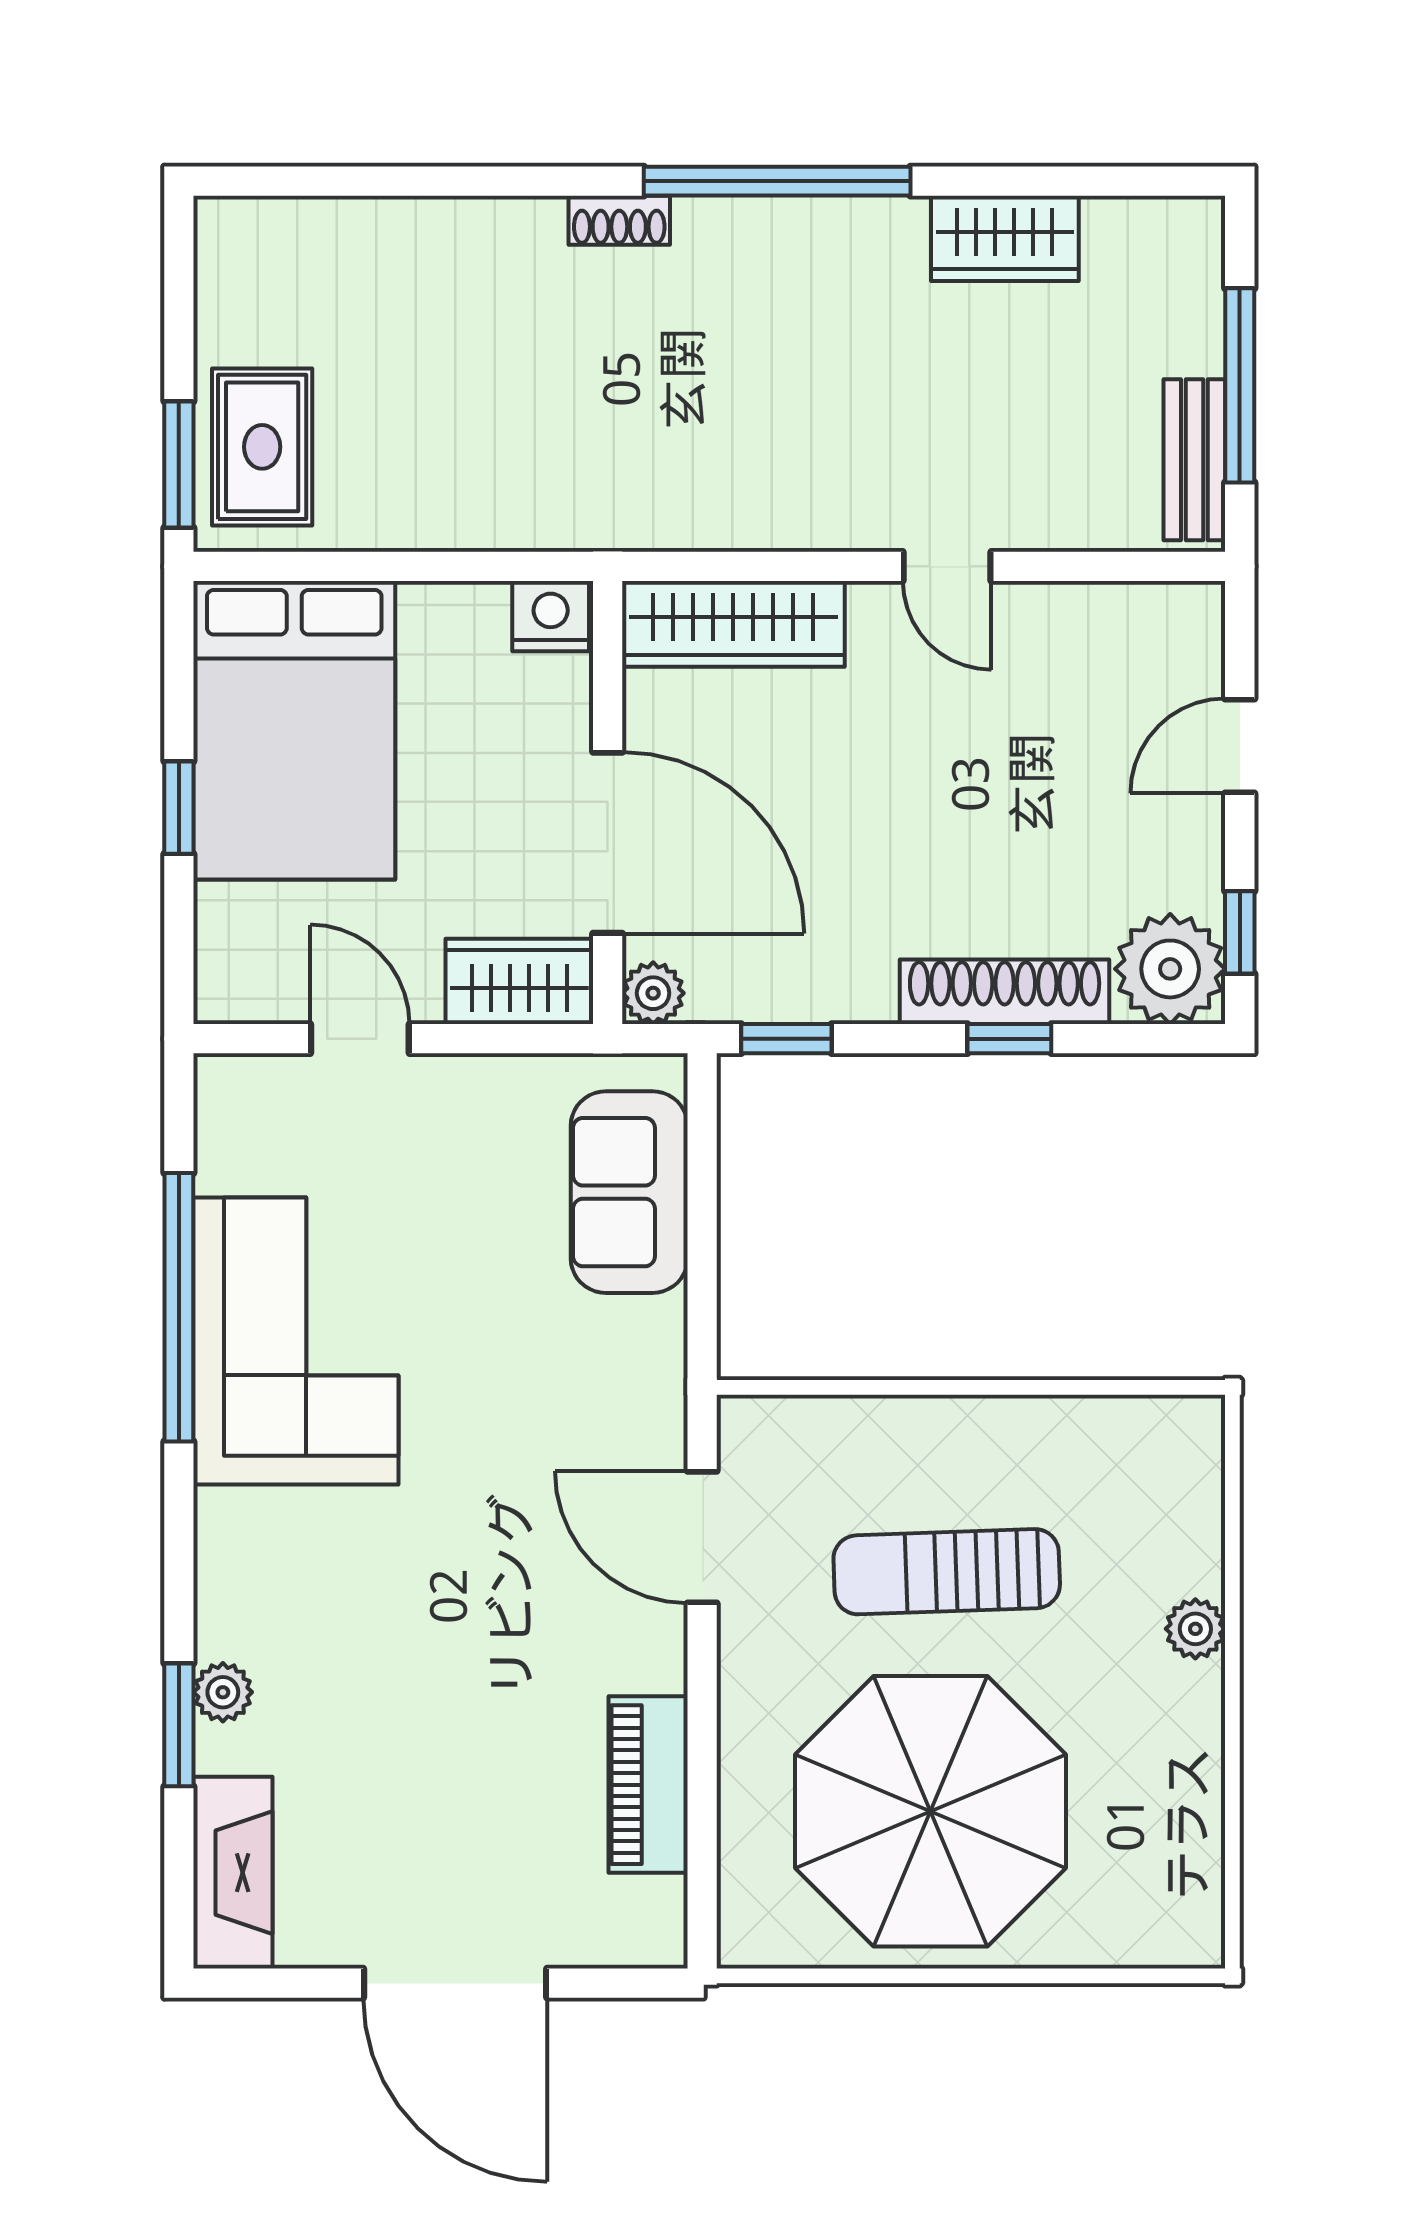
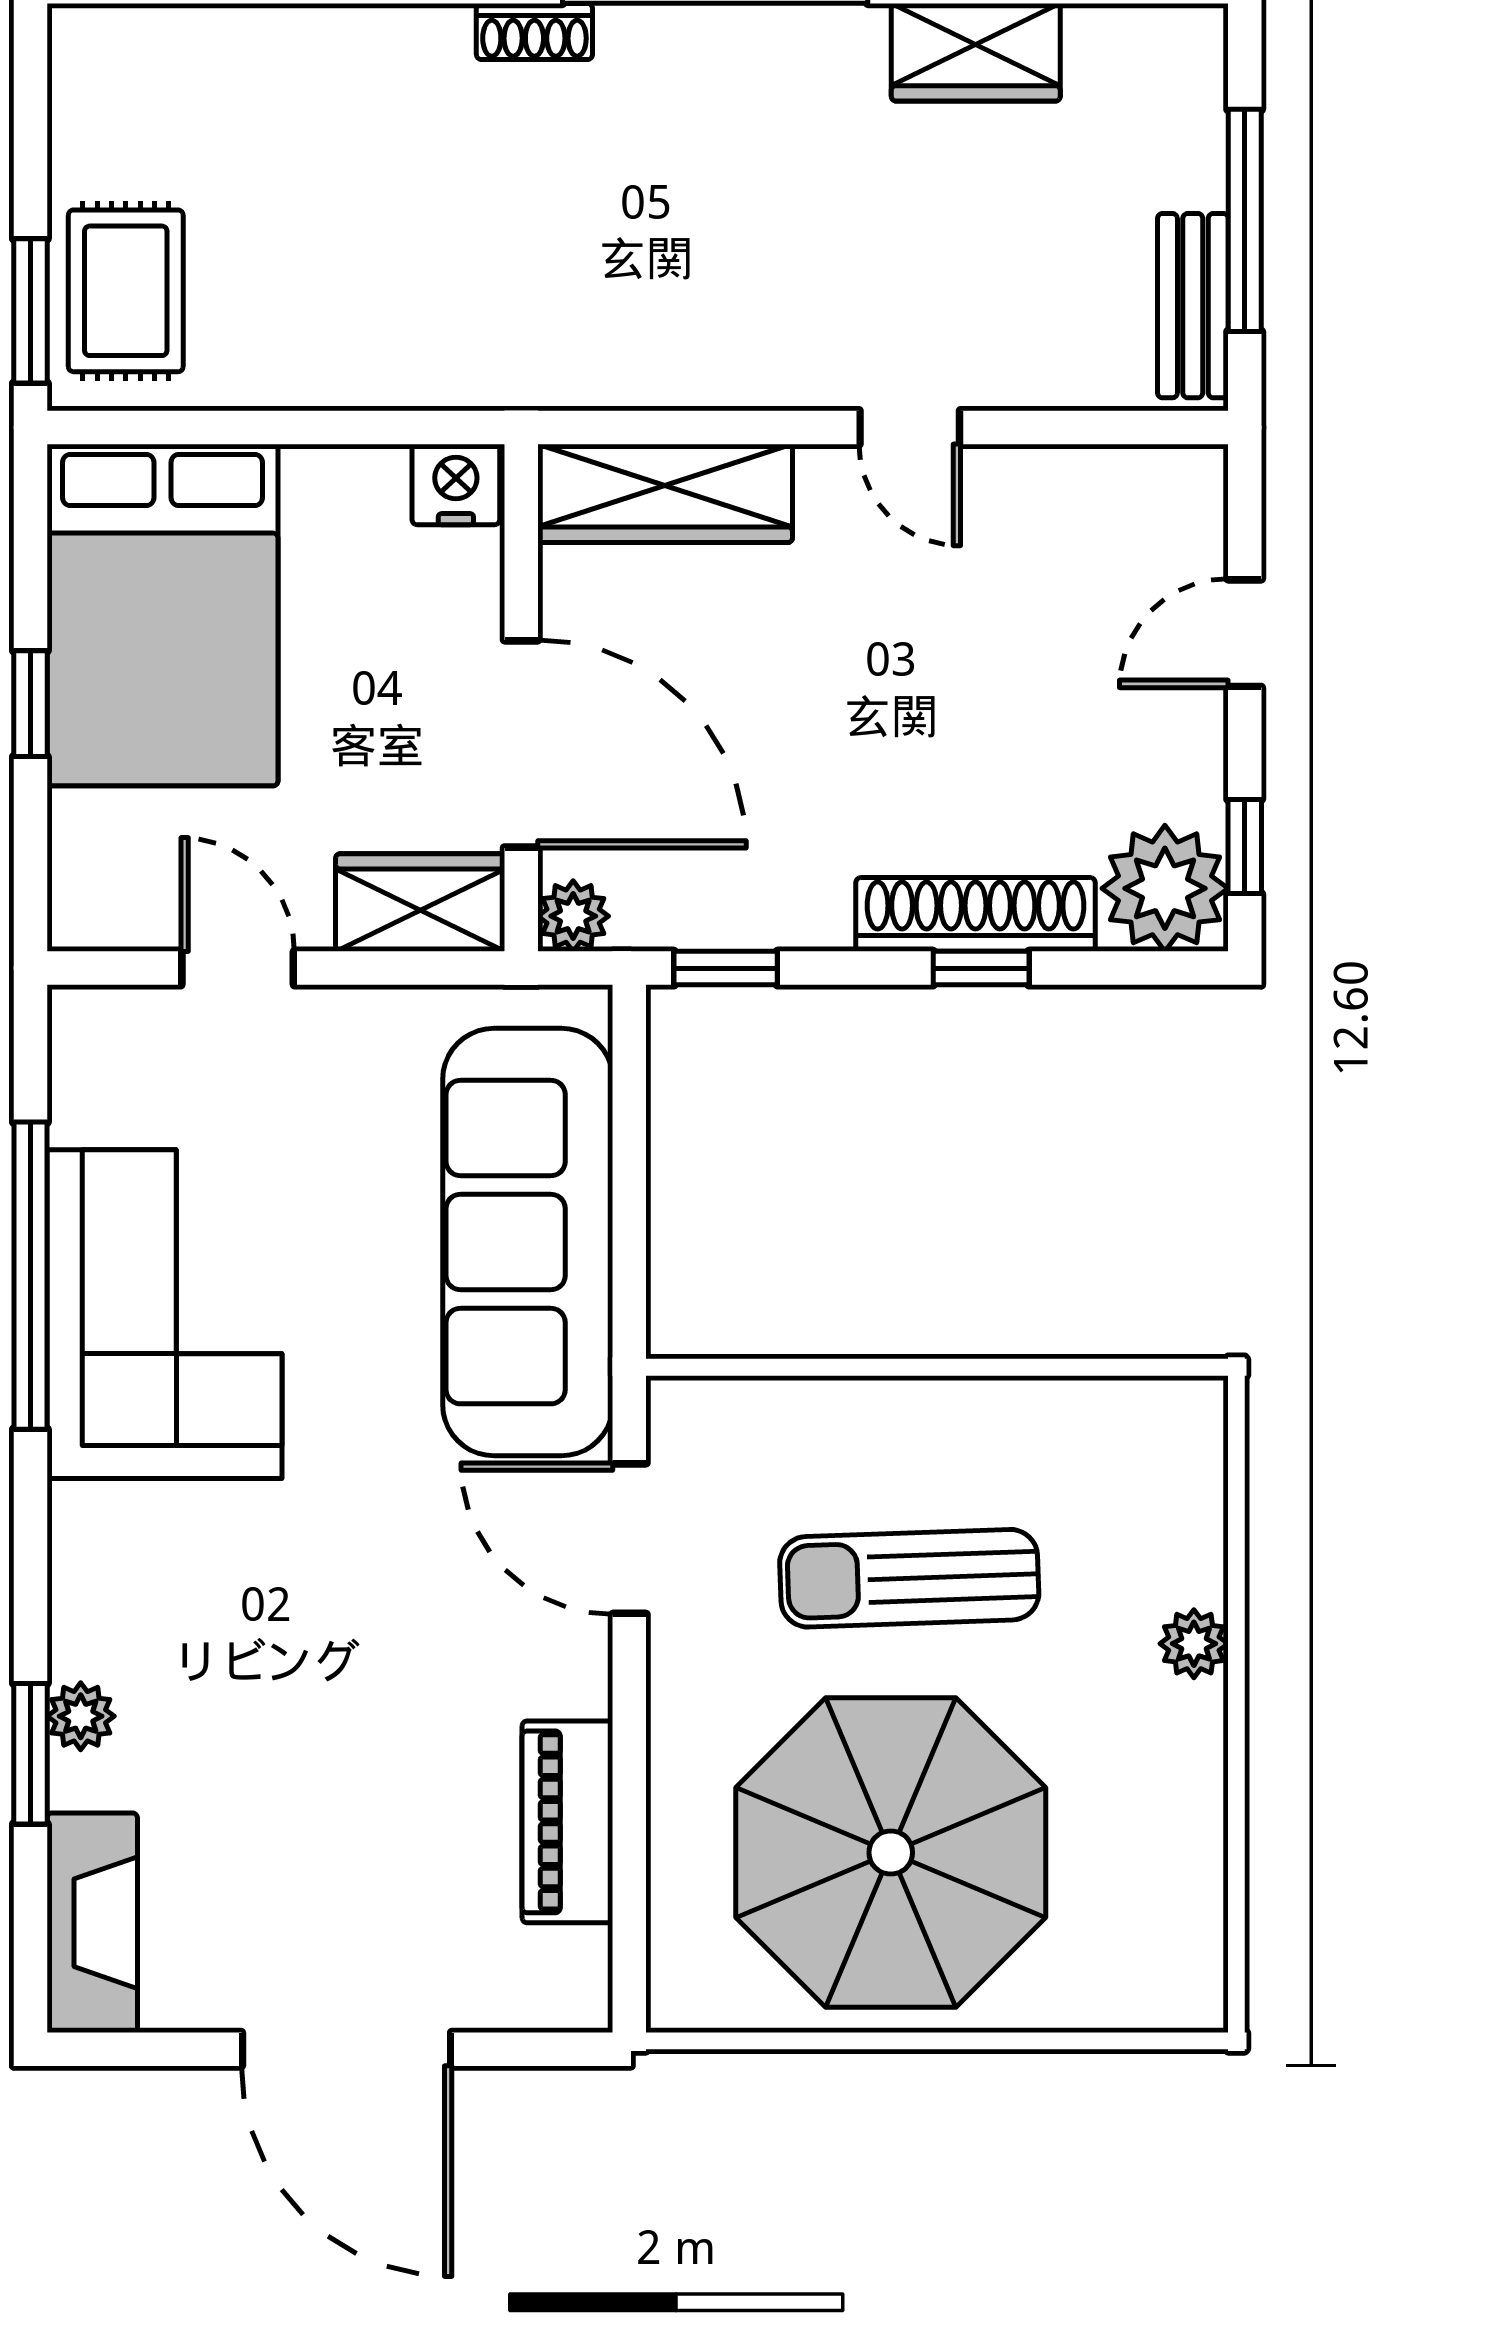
sofa: (629, 1192) -> (528, 1242), width x1.85, depth x1.27

